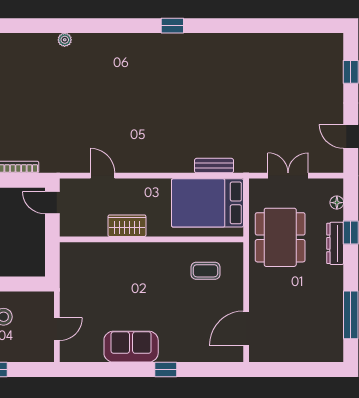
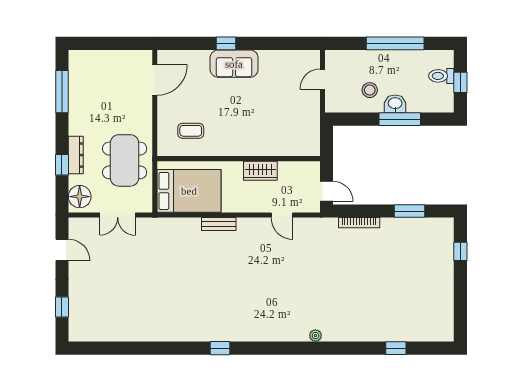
bench: (214, 166) -> (219, 224), moved
floor lamp: (337, 203) -> (80, 197), width x1.89, depth x1.89
sofa: (131, 347) -> (234, 64), moved

